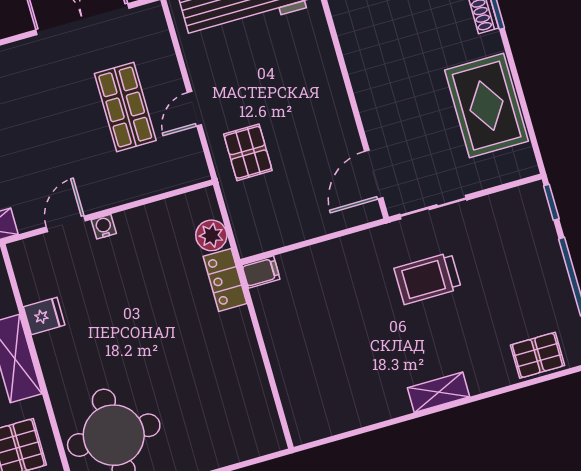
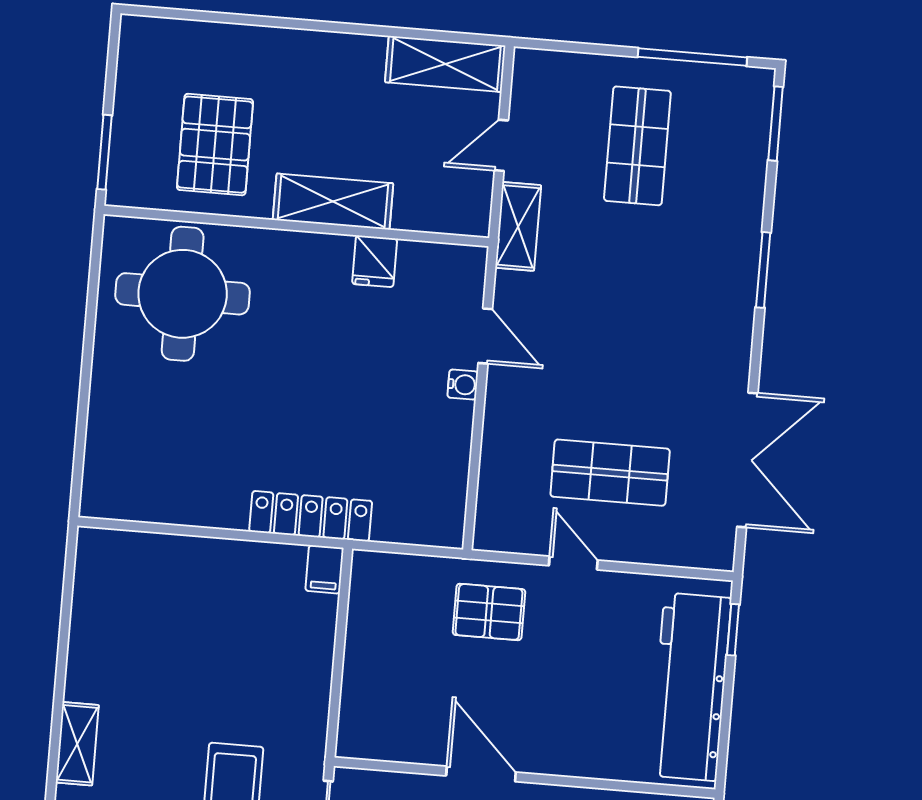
door: (374, 175) -> (481, 774), moved
plant: (211, 235) -> (398, 522), removed
locker: (225, 280) -> (311, 516), width x1.53

